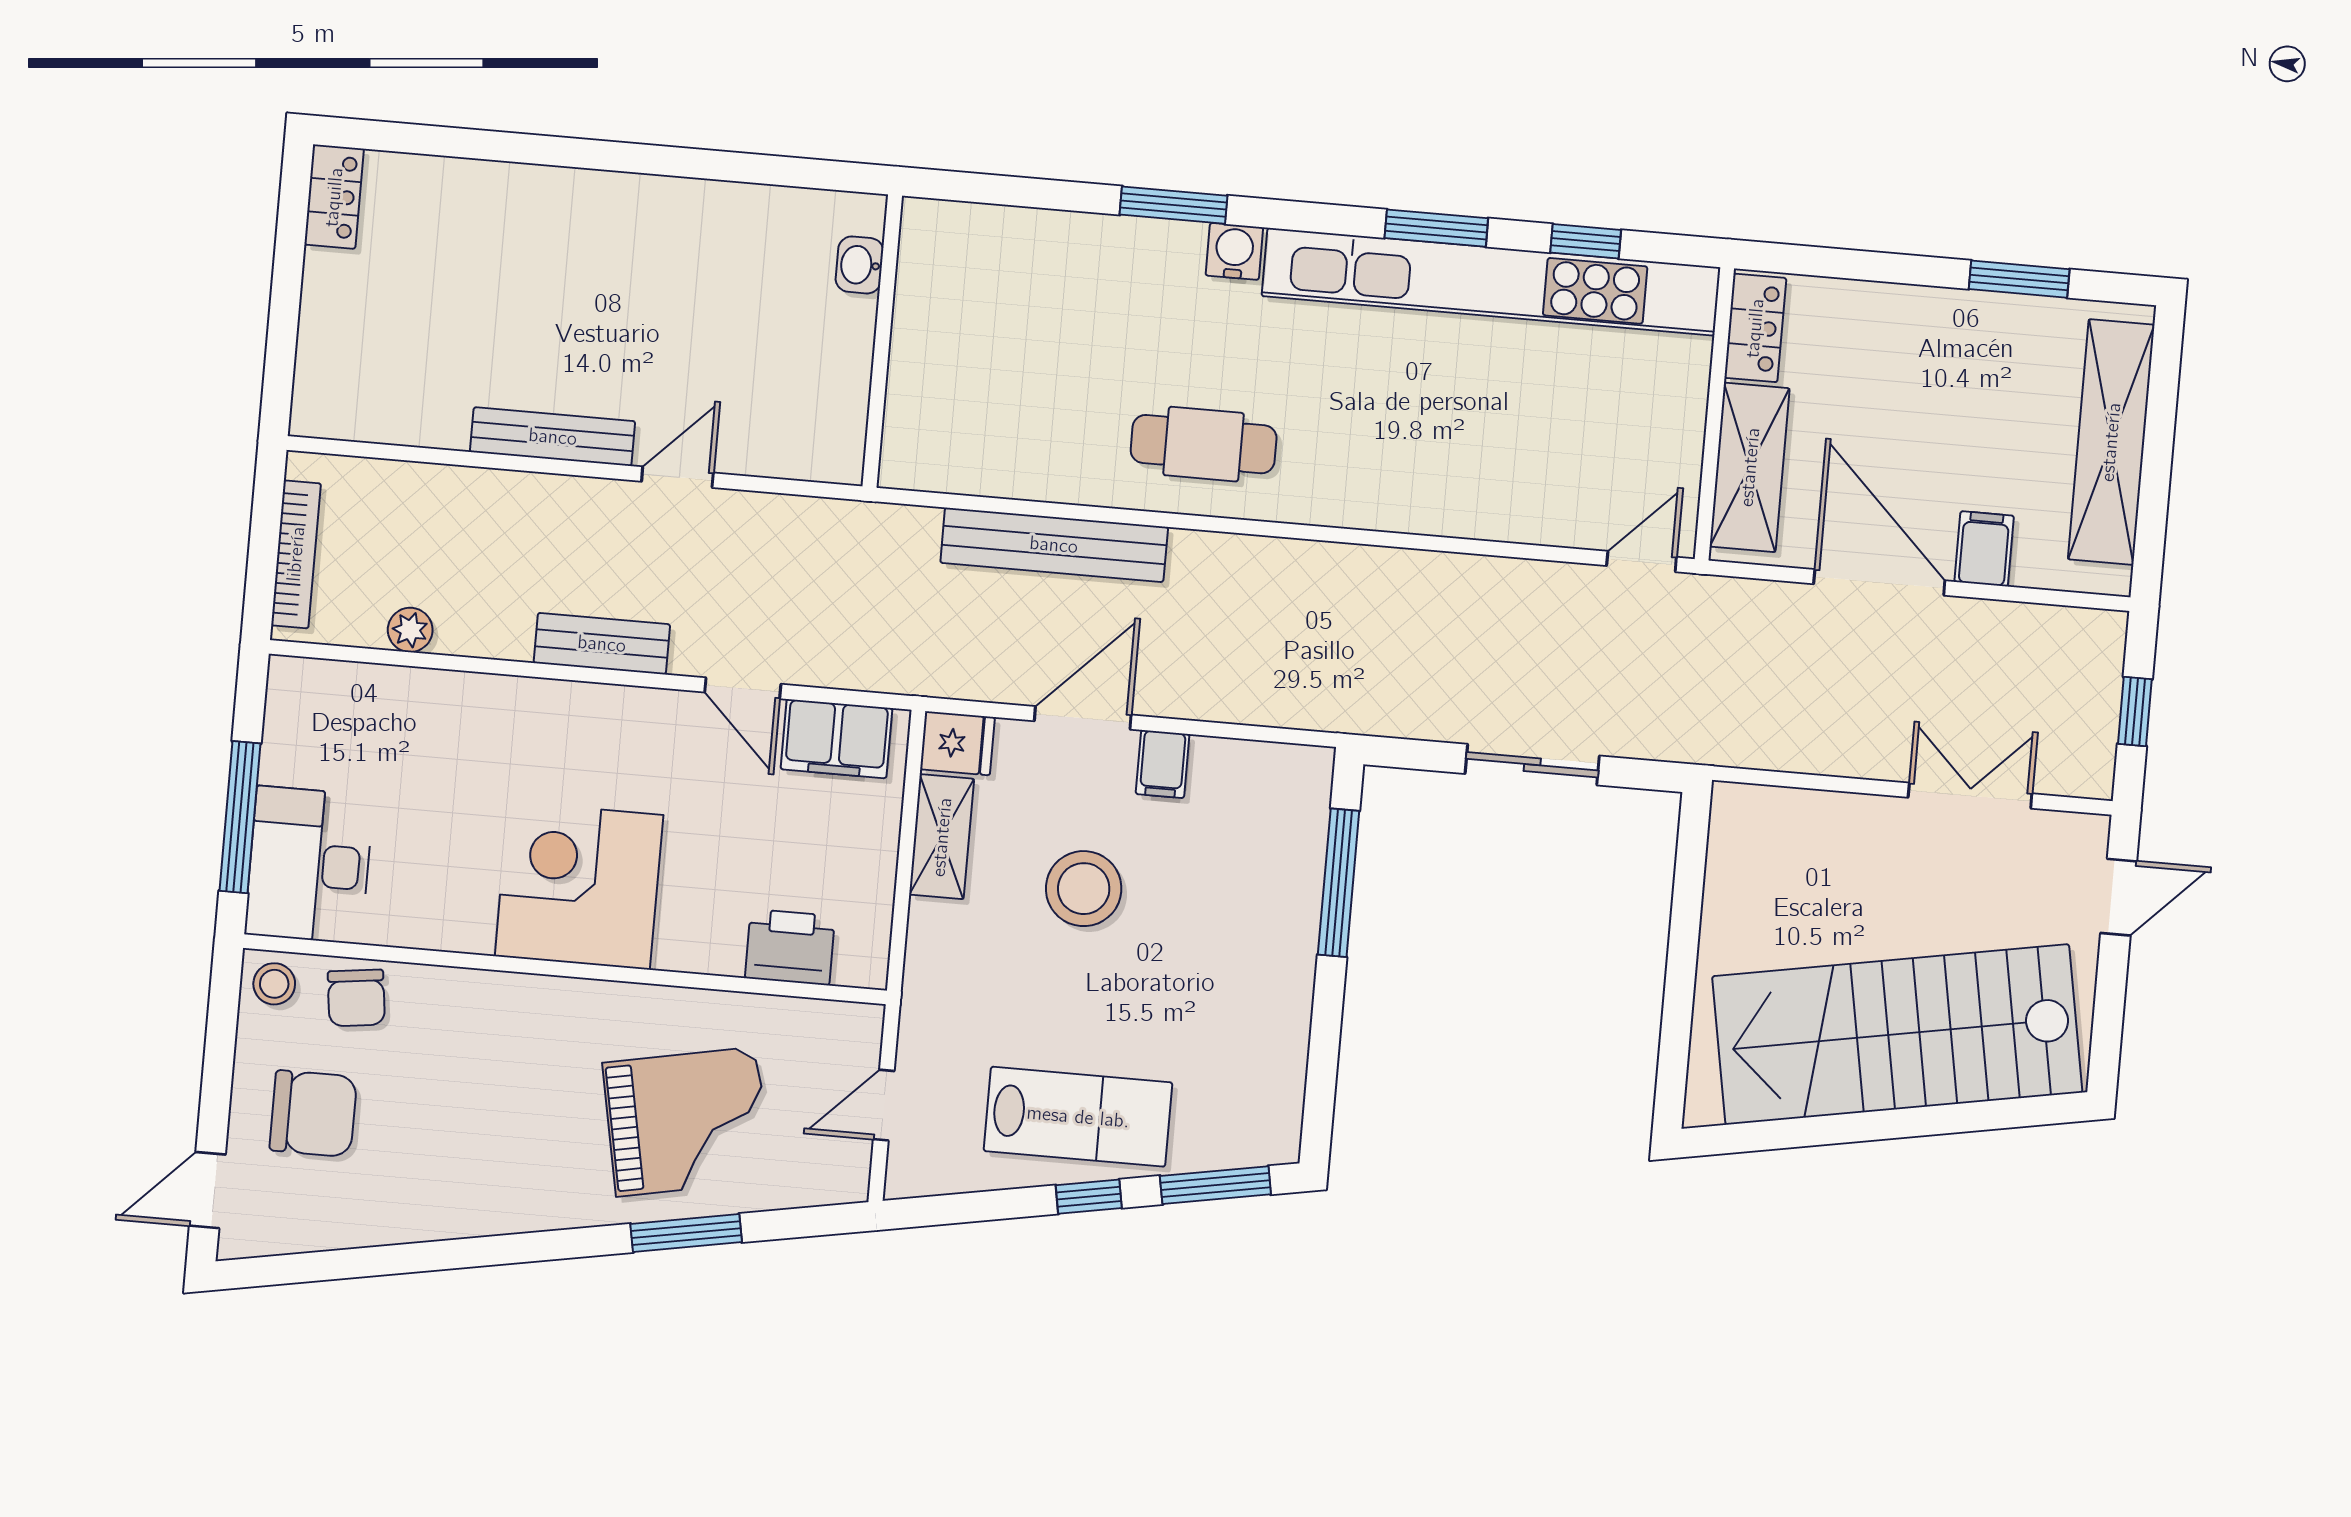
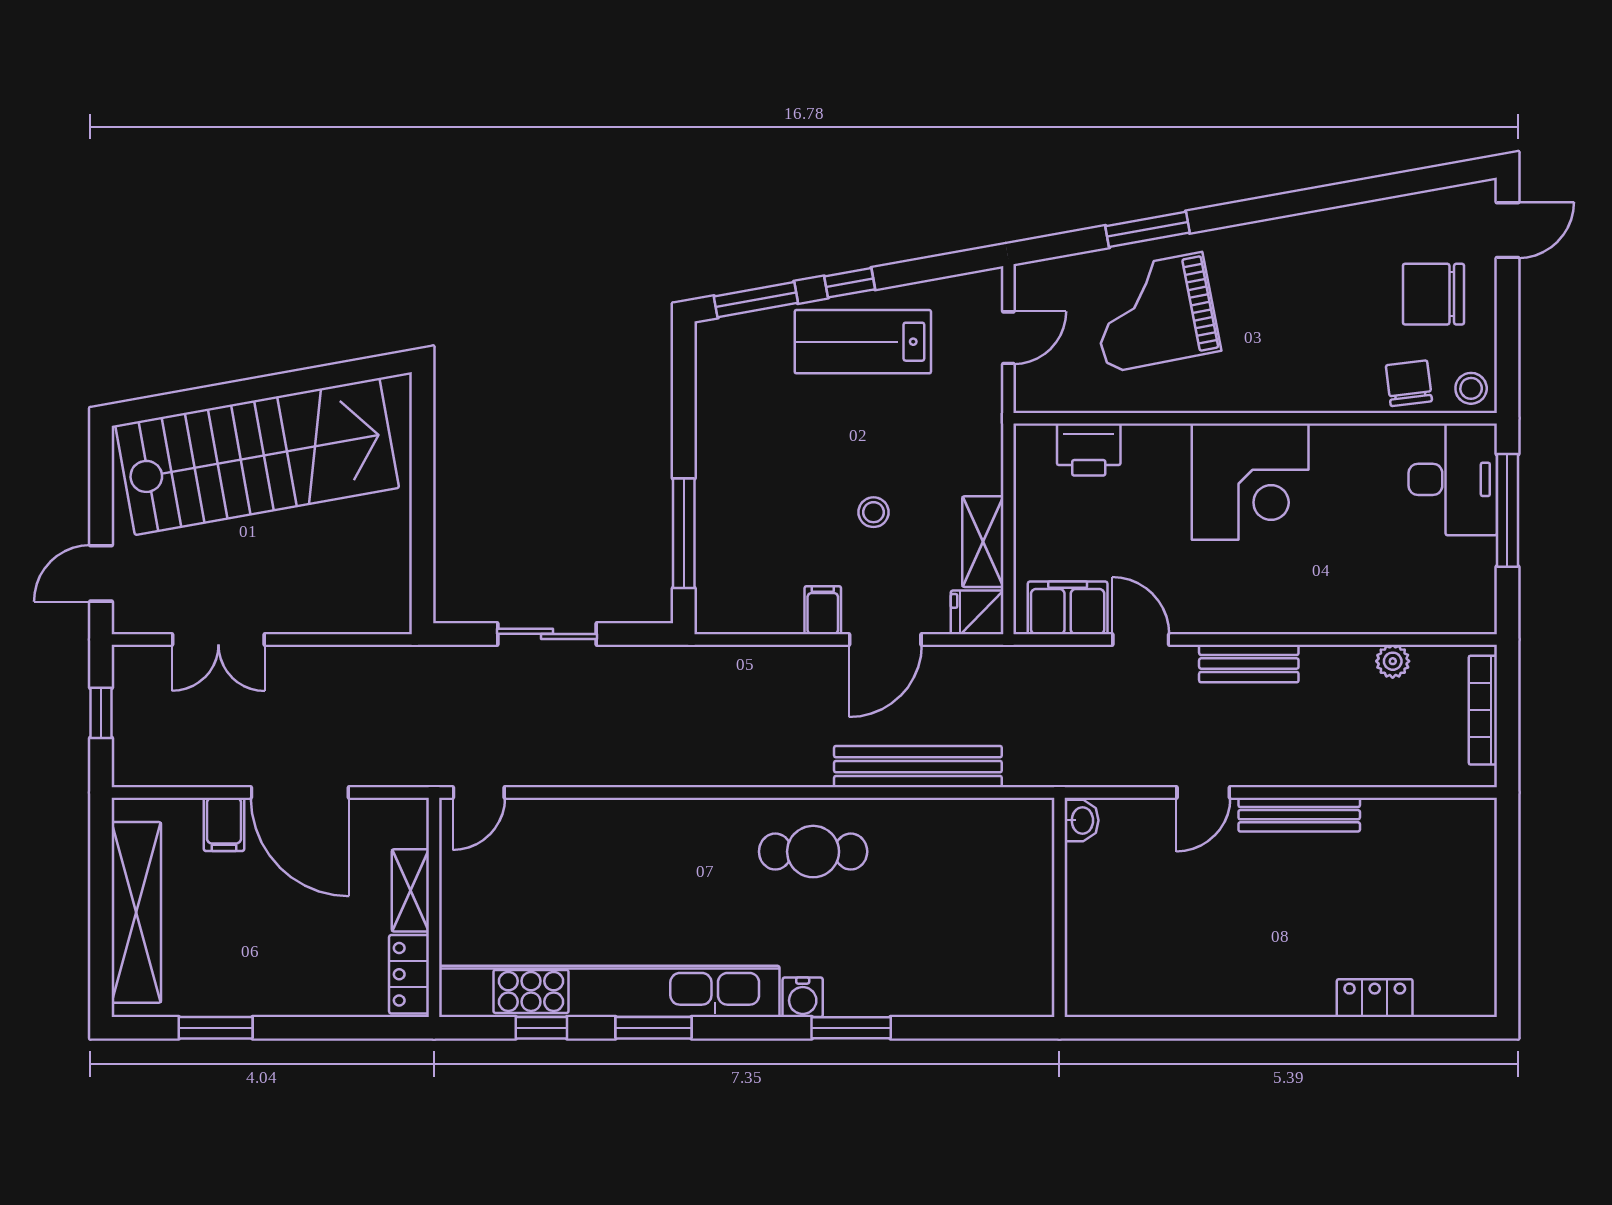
locker: (334, 197) -> (1375, 998), moved, turned 90
washbasin: (859, 265) -> (1081, 820), moved
shelving: (1750, 467) -> (410, 890), width x0.67, depth x0.75
stool: (1084, 889) -> (873, 512), width x0.53, depth x0.53

